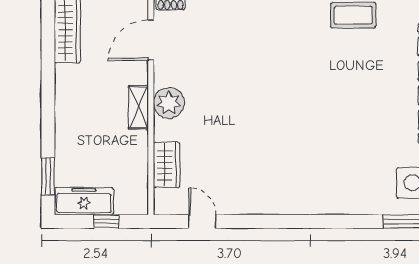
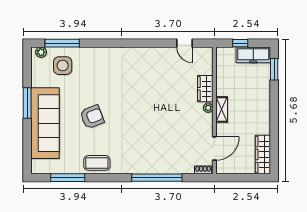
armchair: (362, 95) -> (92, 117), added
plant: (169, 103) -> (208, 108), width x0.53, depth x0.53
wardrobe: (167, 165) -> (205, 89), moved

